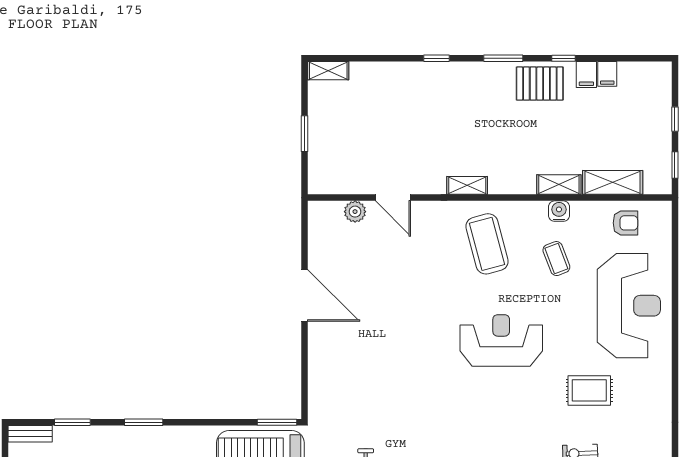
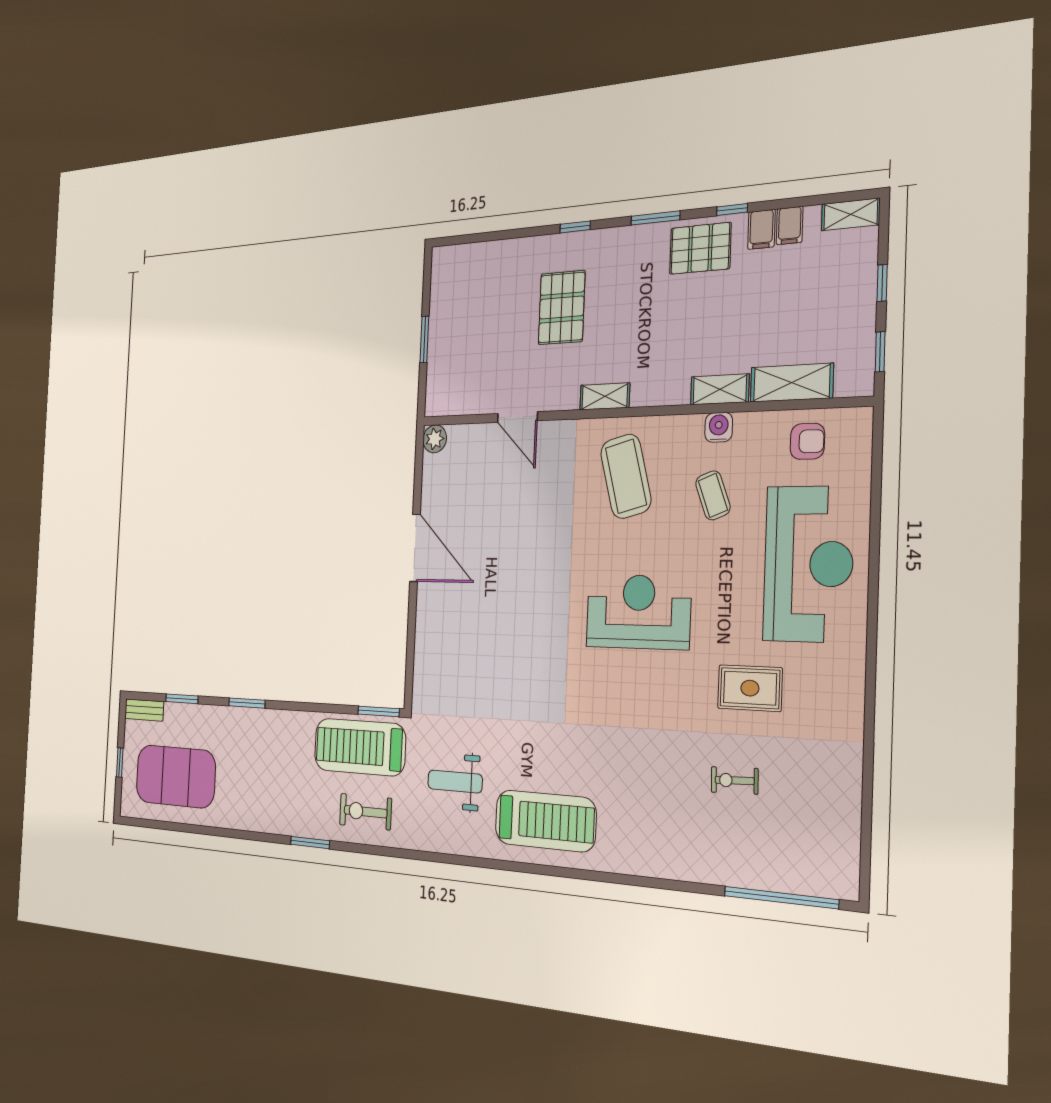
shelving: (328, 71) -> (851, 214), moved
pallet: (428, 118) -> (562, 308), added
plant: (355, 212) -> (435, 439), moved

